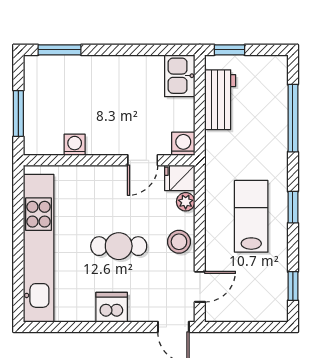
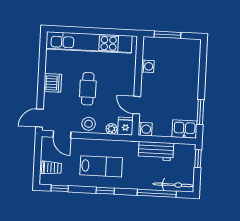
window: (60, 50) -> (200, 112), moved
bicycle: (277, 90) -> (173, 185), added
workbench: (220, 100) -> (156, 151), moved
trolley: (258, 302) -> (51, 168), added

